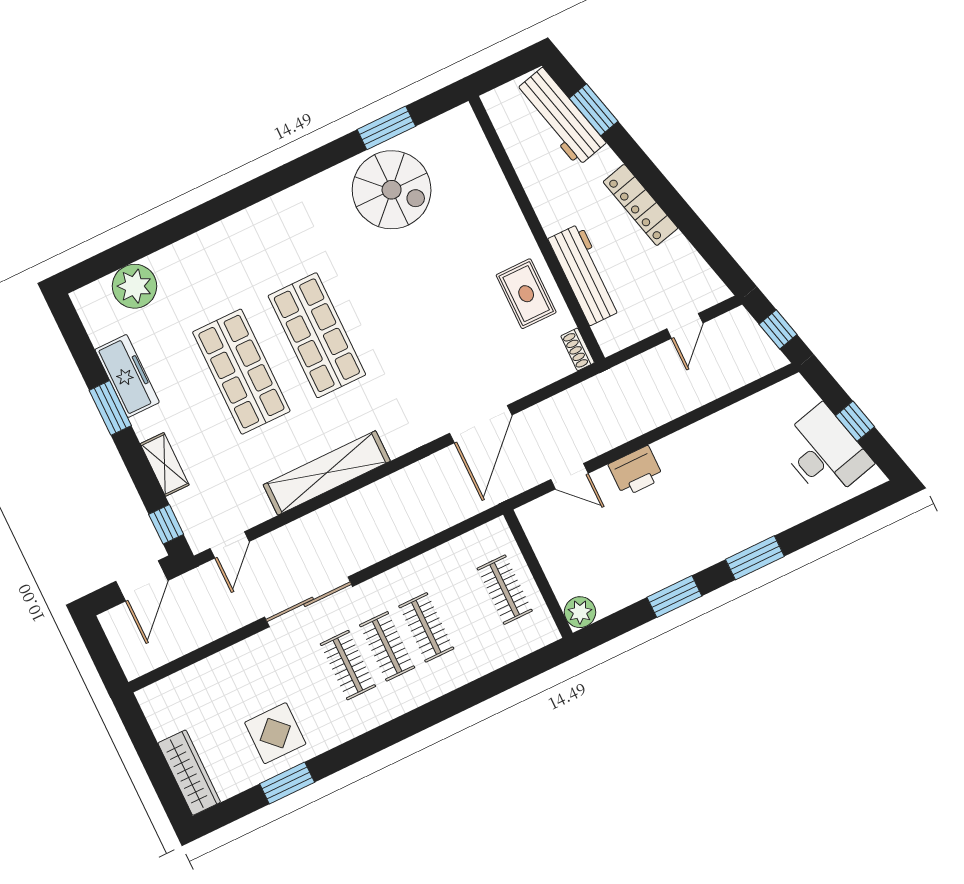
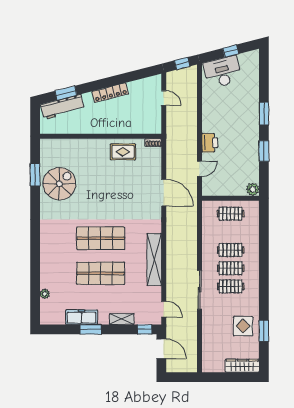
workbench: (585, 274) -> (126, 126), removed
plant: (134, 286) -> (45, 294), width x0.53, depth x0.53
desk: (824, 453) -> (222, 72), moved

